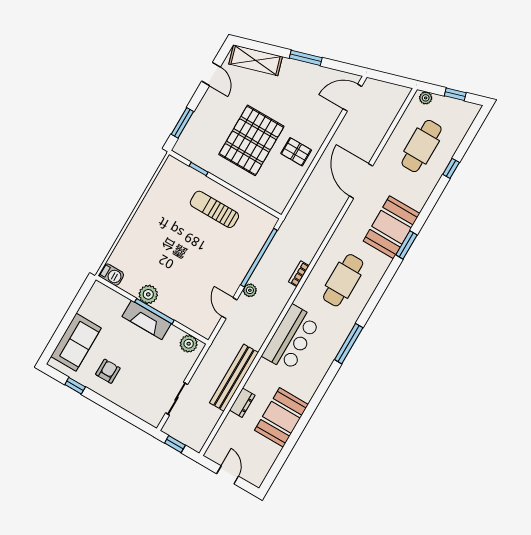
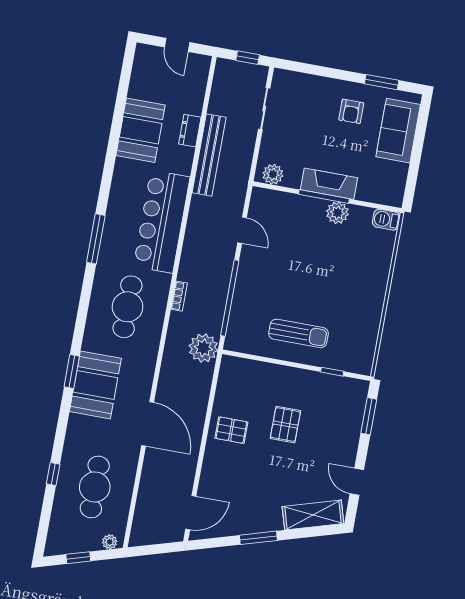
pallet: (251, 140) -> (285, 425), width x0.49, depth x0.50
plant: (250, 290) -> (203, 348), moved, width x1.87, depth x1.87
bar counter: (291, 338) -> (162, 222), width x1.36
window: (75, 386) -> (382, 82), width x1.50

